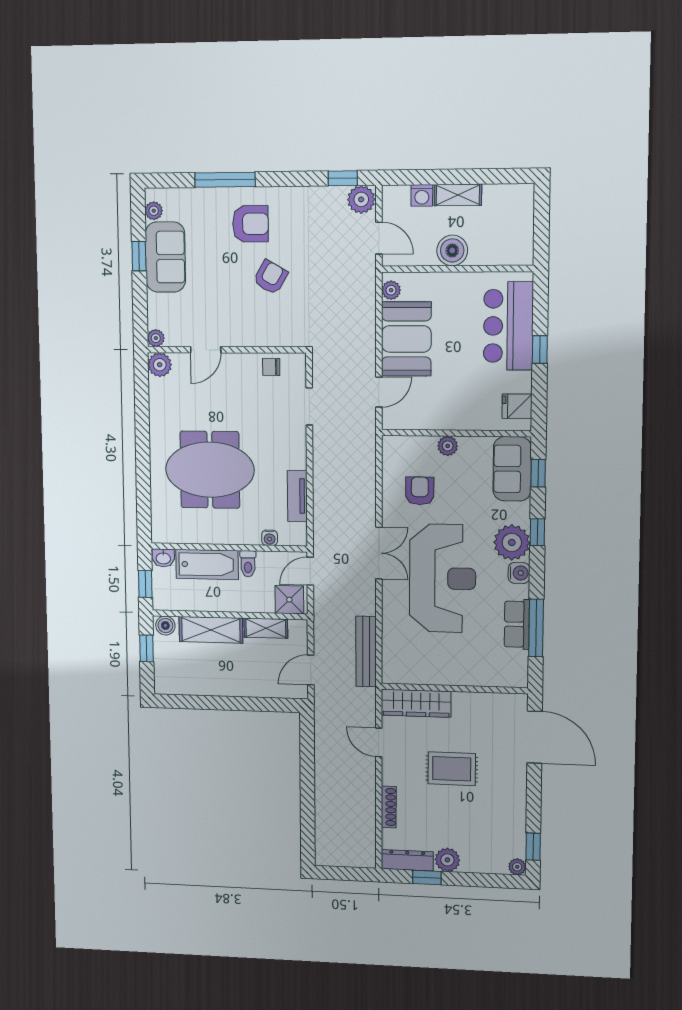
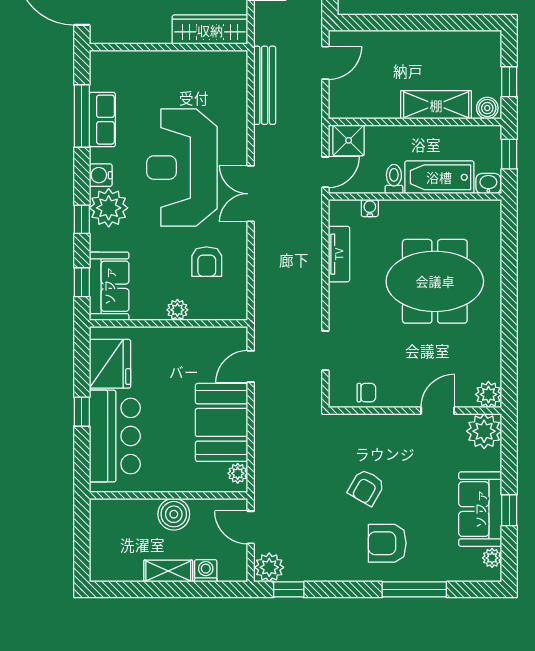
plant: (156, 338) -> (484, 431), width x1.87, depth x1.87
fridge: (517, 406) -> (110, 364), width x1.88, depth x1.34
shelving: (266, 628) -> (375, 108), removed

